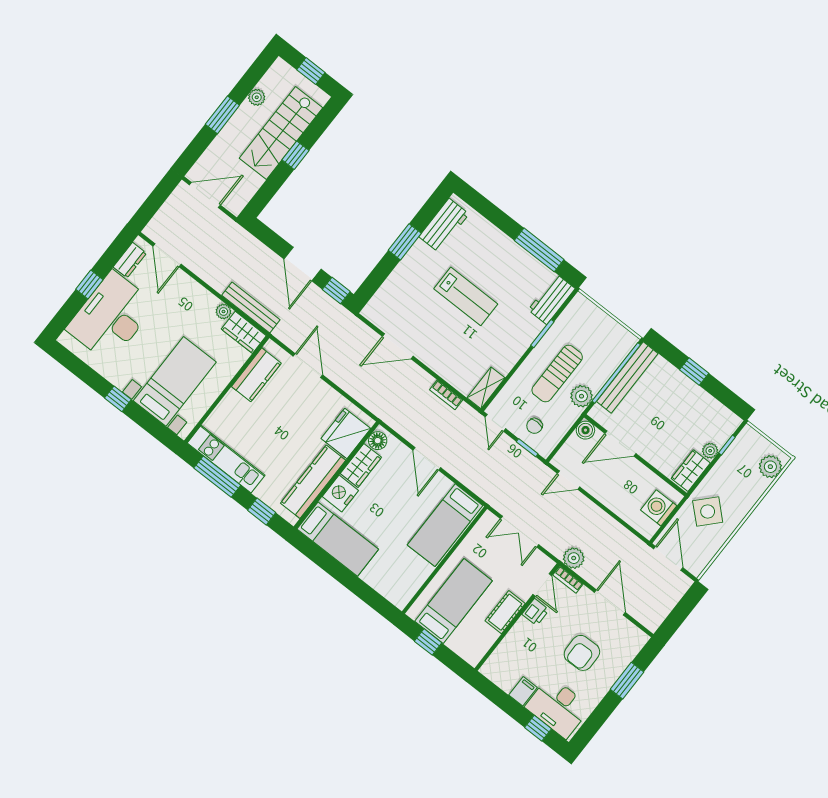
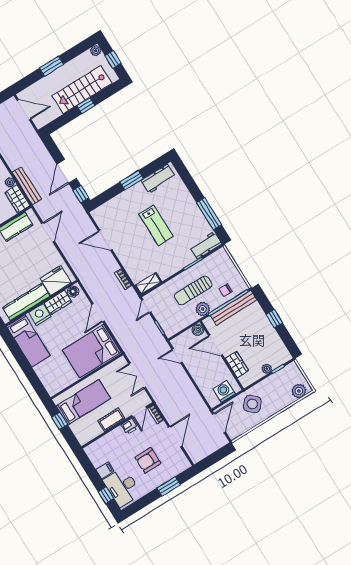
plant: (257, 97) -> (96, 51), moved
chair: (535, 426) -> (226, 290), moved
wardrobe: (691, 471) -> (237, 365), moved, turned 90
bed: (445, 525) -> (92, 351), width x1.50
plant: (574, 558) -> (163, 403), removed

